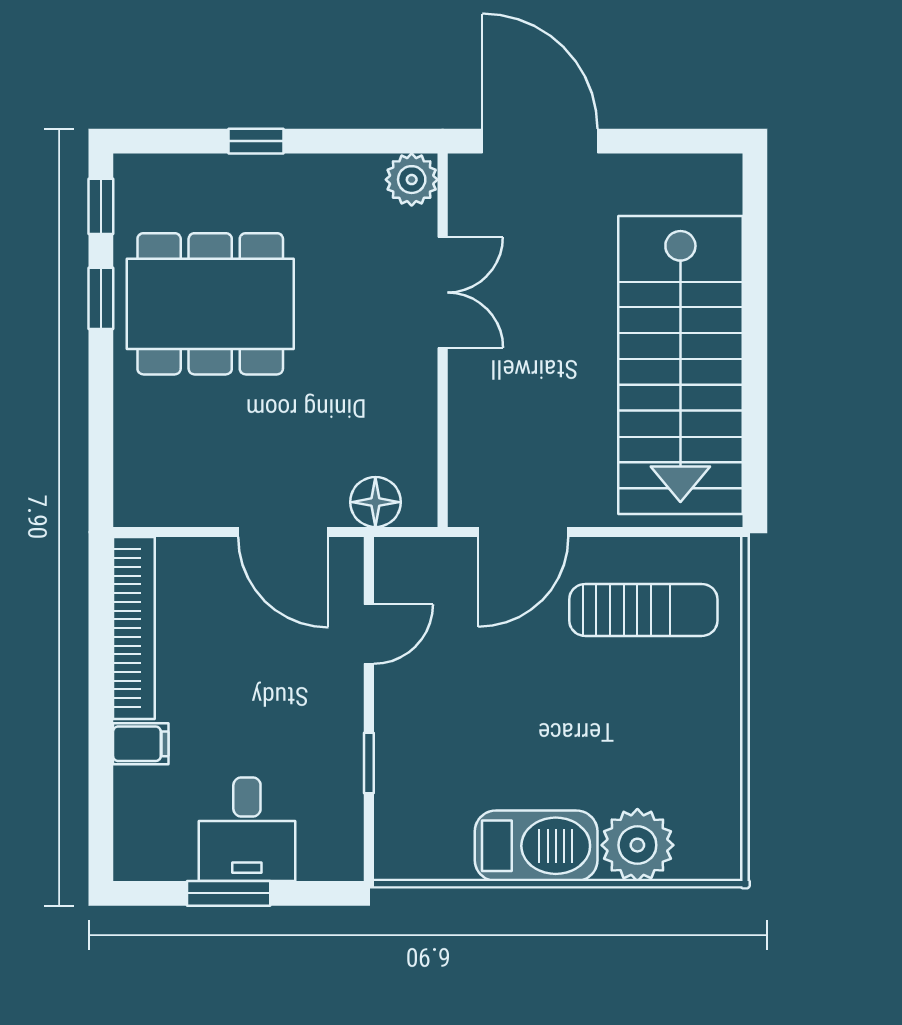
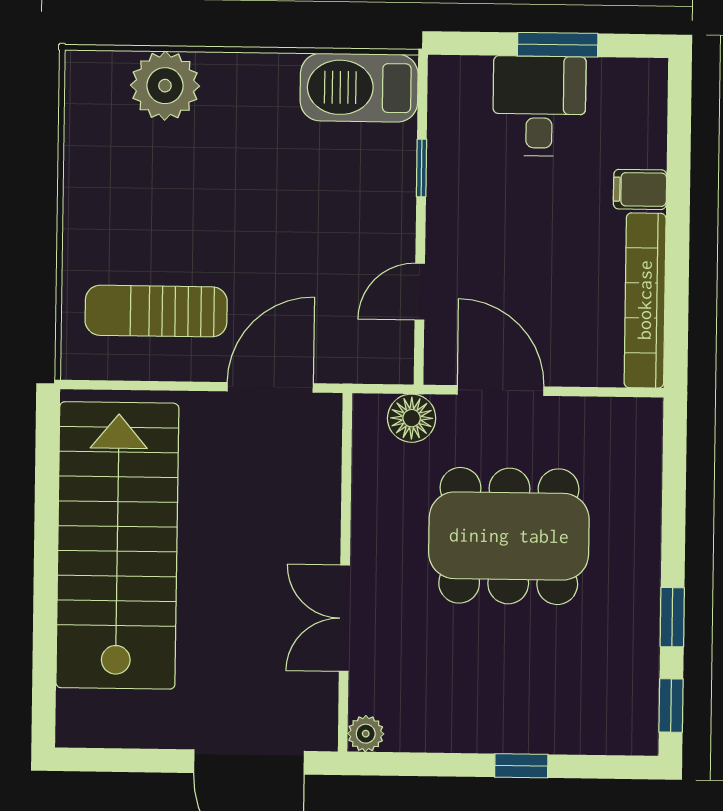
plant: (412, 180) -> (366, 734), width x0.73, depth x0.73
dining table: (210, 304) -> (509, 536), moved
barbecue: (536, 846) -> (359, 88), moved

